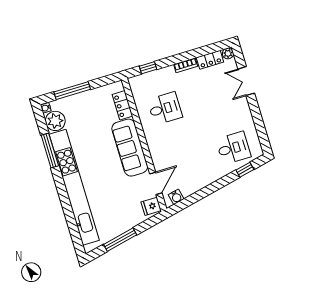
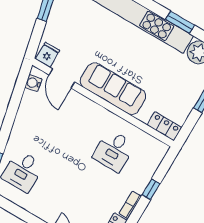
window: (148, 68) -> (151, 189), moved
locker: (122, 105) -> (164, 126), moved
window: (50, 151) -> (180, 22), width x0.69

